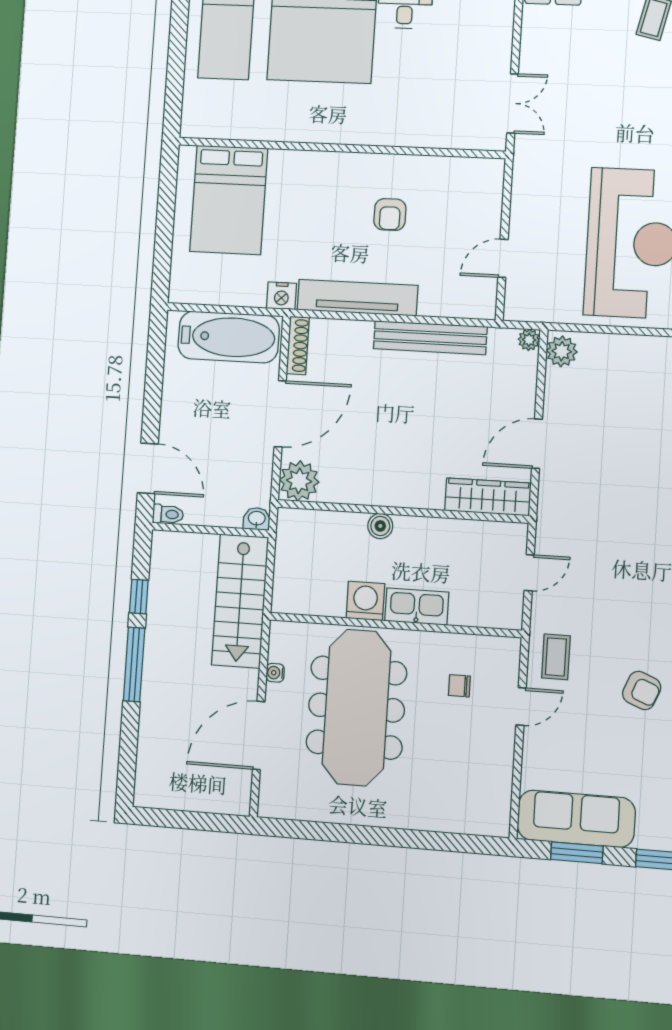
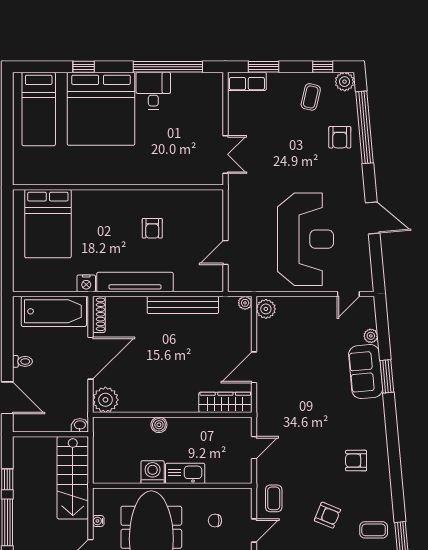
toilet: (168, 514) -> (22, 361), moved

